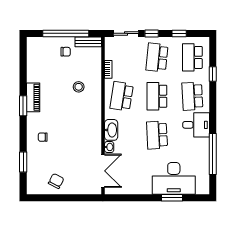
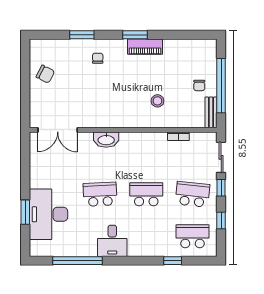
school desk: (122, 96) -> (146, 152), removed
school desk: (192, 96) -> (146, 236), removed
washbasin: (109, 147) -> (86, 137), removed
window: (23, 162) -> (82, 35), moved

